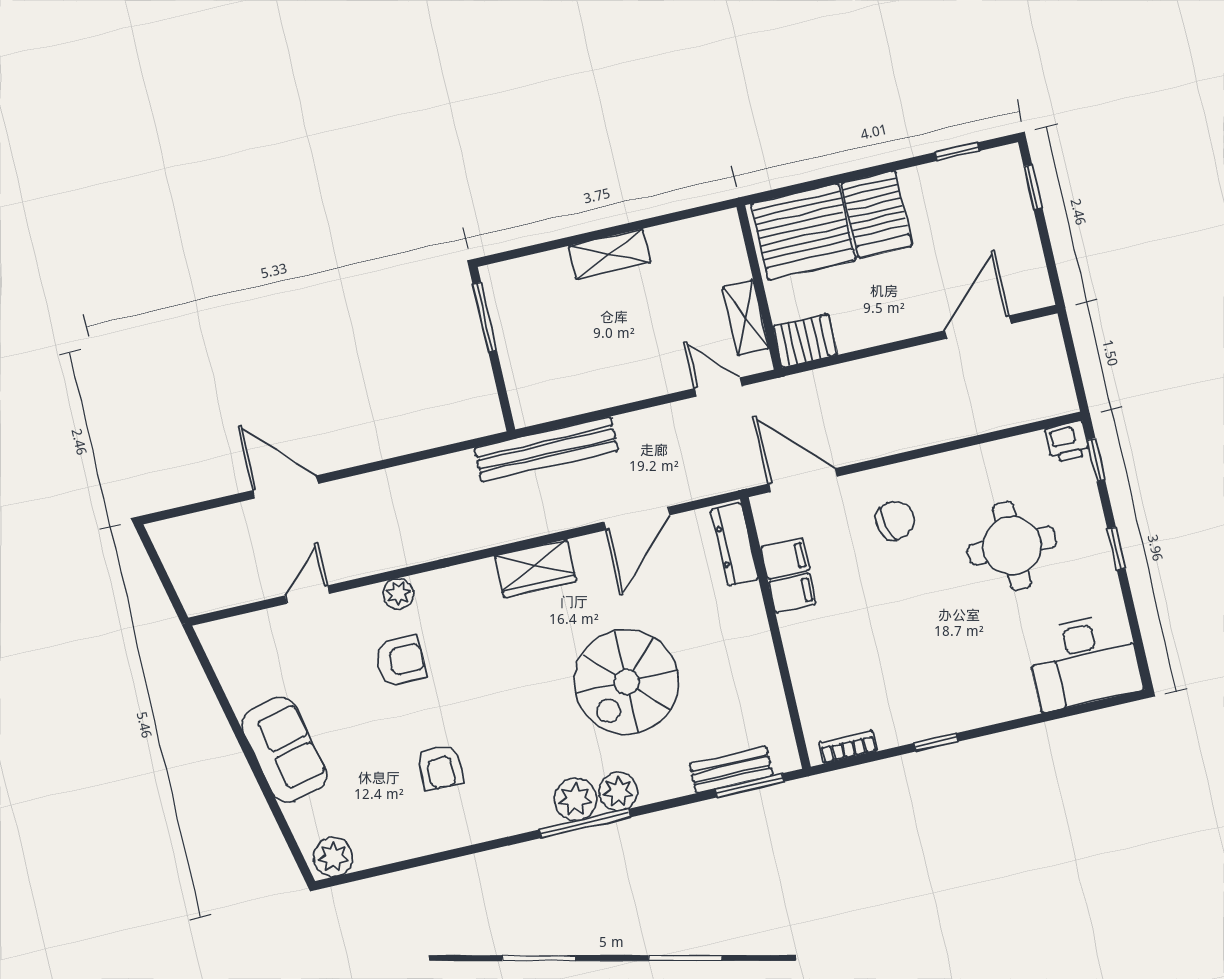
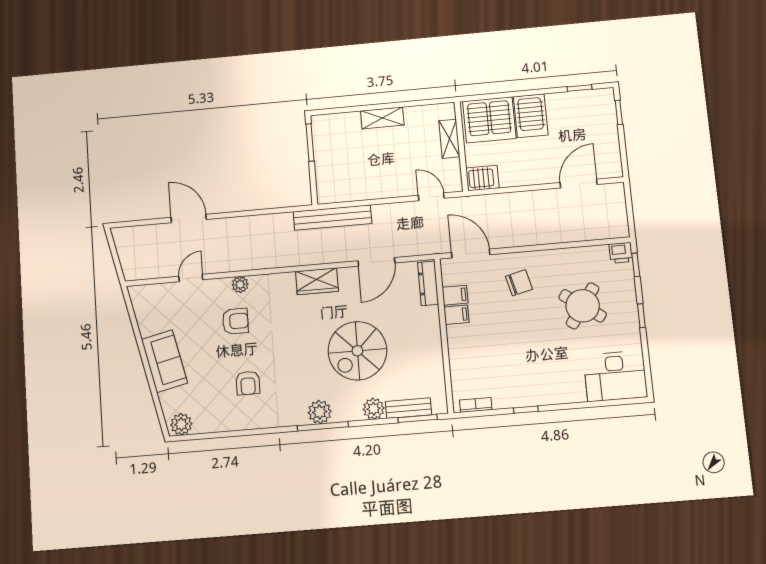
shelving: (746, 318) -> (449, 139), moved
round table: (1012, 546) -> (583, 306), turned 35
plant: (618, 791) -> (374, 409), moved

